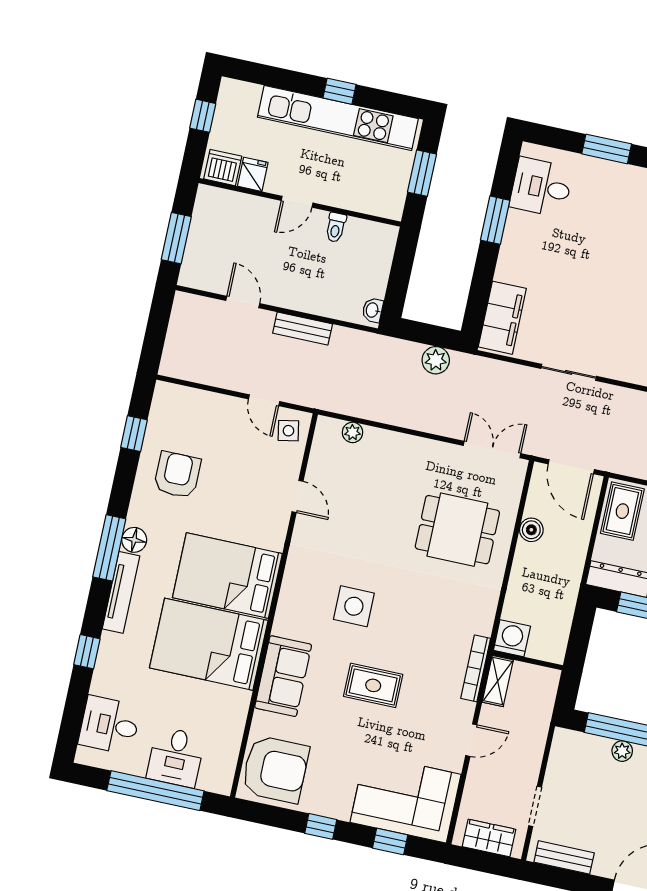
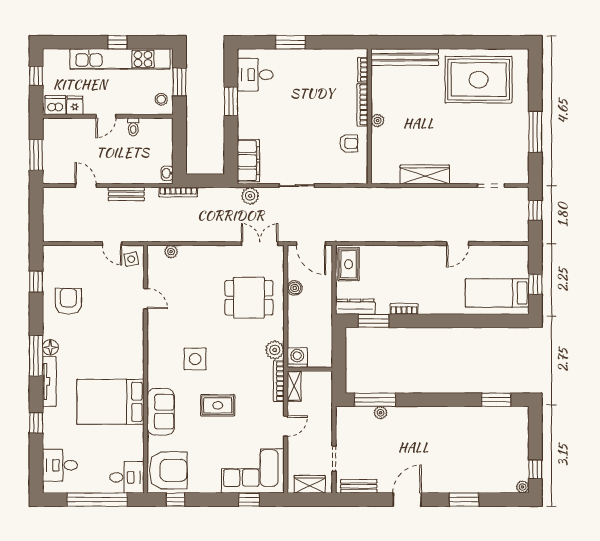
stool: (388, 194) -> (161, 99), added
bookcase: (383, 343) -> (178, 192), added
plant: (436, 360) -> (250, 196), moved
bed: (227, 576) -> (113, 357), removed
plant: (480, 619) -> (275, 350), added
desk: (176, 757) -> (127, 477), moved, turned -90
window: (321, 826) -> (176, 500), moved

